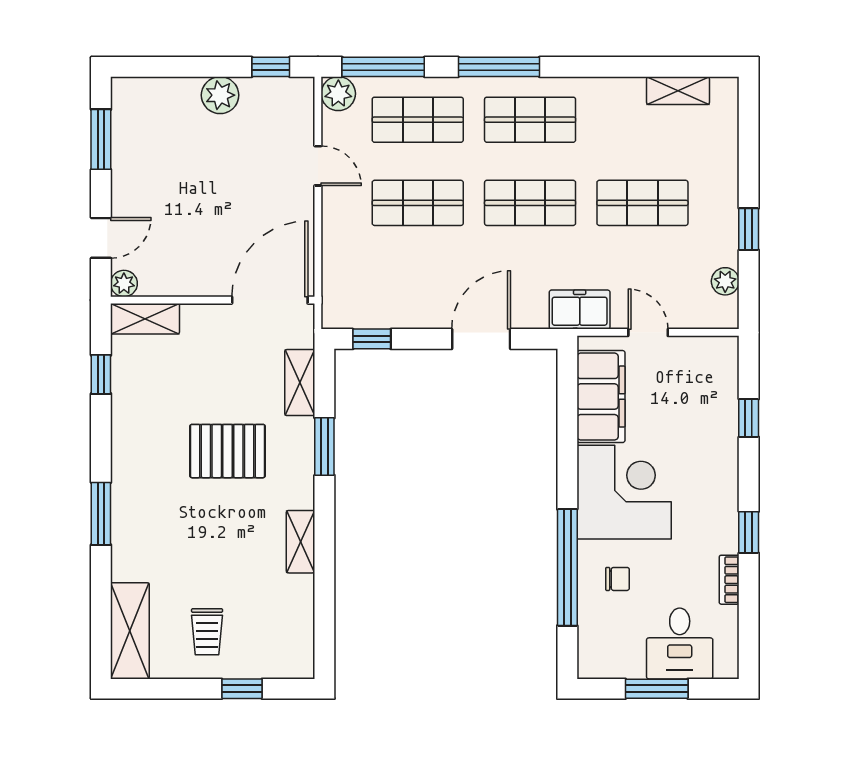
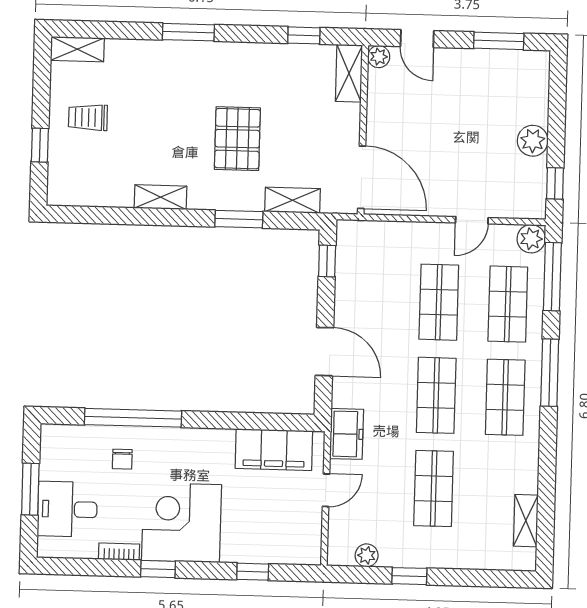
corner desk: (624, 492) -> (181, 523), moved, turned 180
shelving: (130, 631) -> (77, 49), width x0.67, depth x0.75

